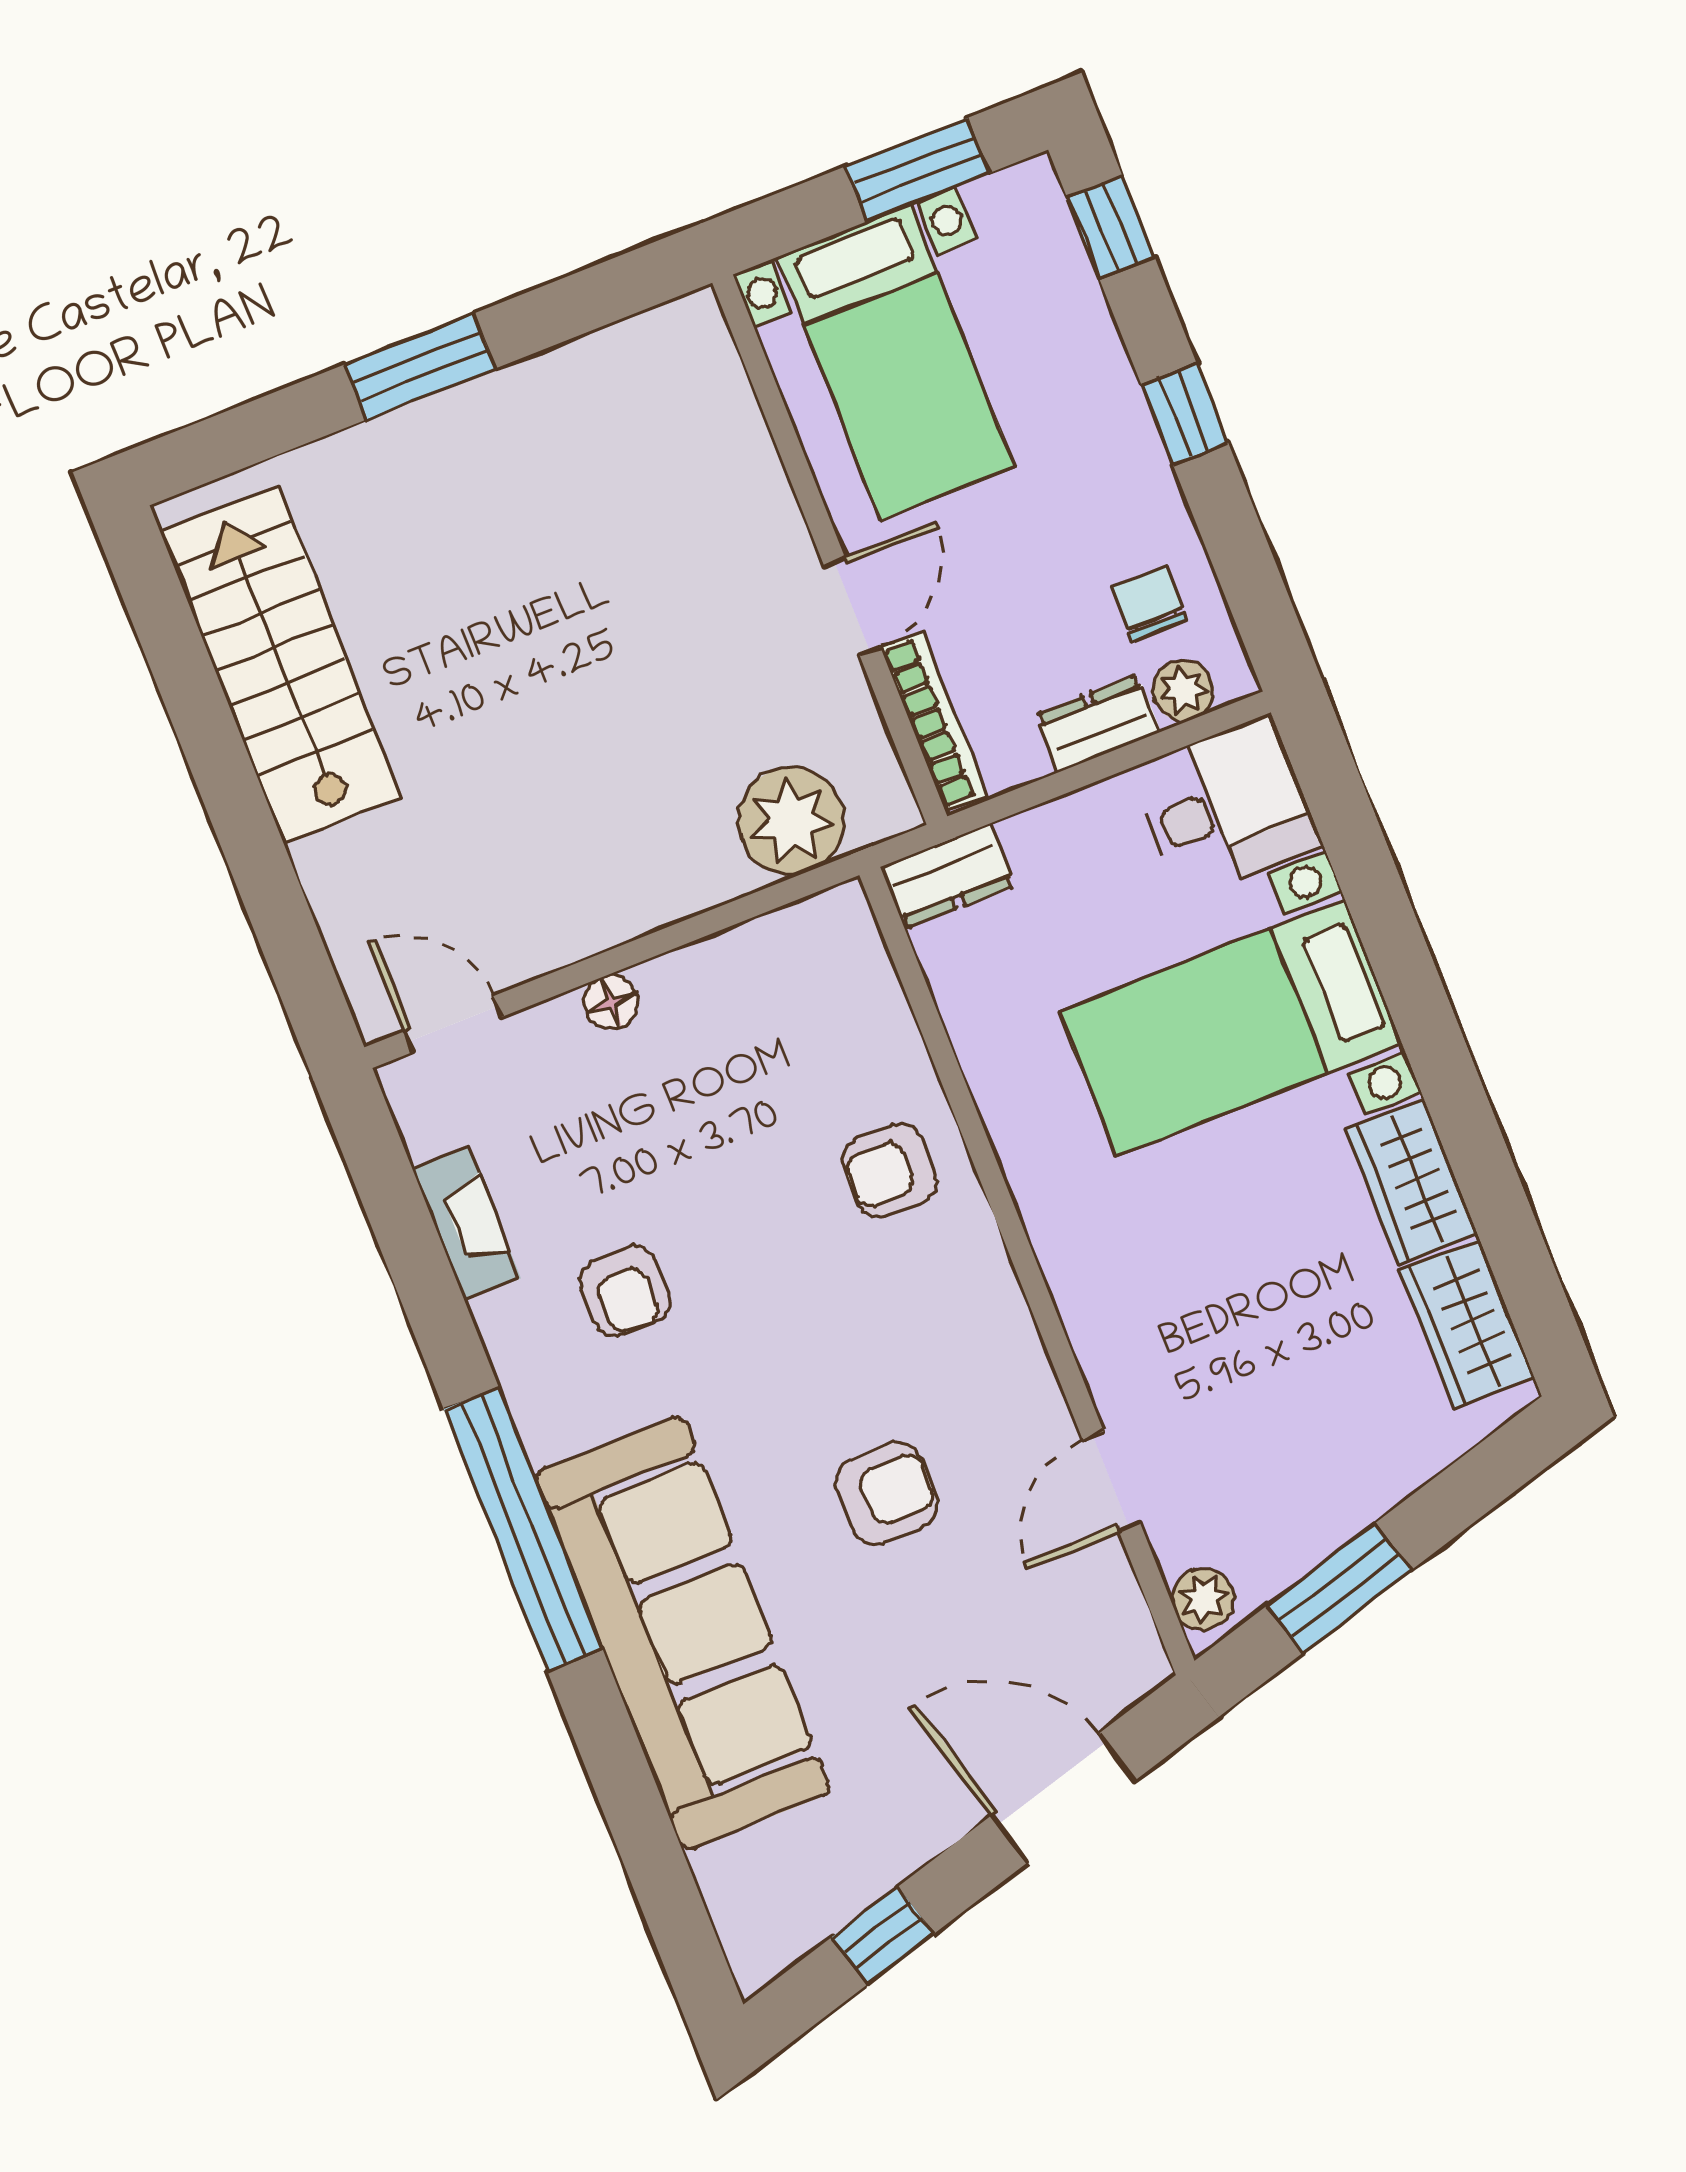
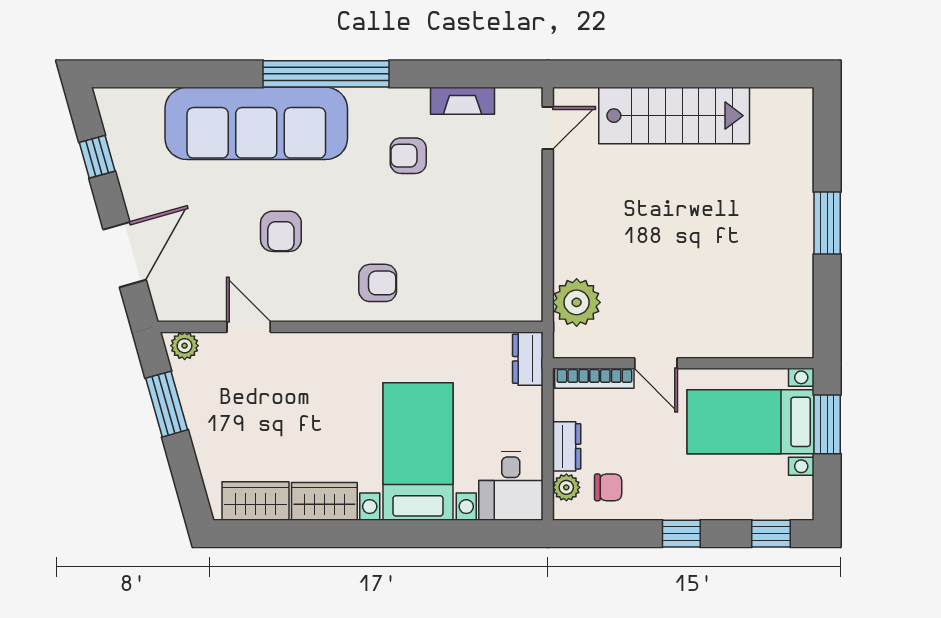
window: (917, 170) -> (827, 424), moved
stairs: (281, 665) -> (674, 116), moved
floor lamp: (611, 1002) -> (531, 198), removed
armchair: (890, 1171) -> (378, 283), moved, turned 90

